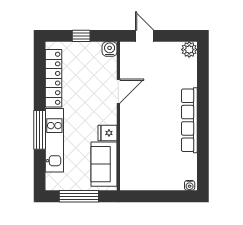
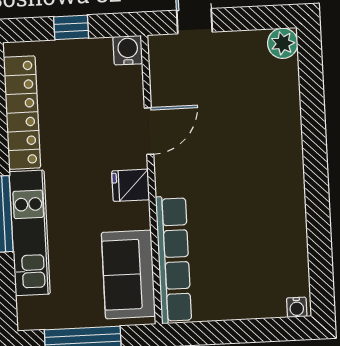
row of seats: (189, 120) -> (173, 260), moved, turned 180
fridge: (107, 133) -> (131, 185), moved

